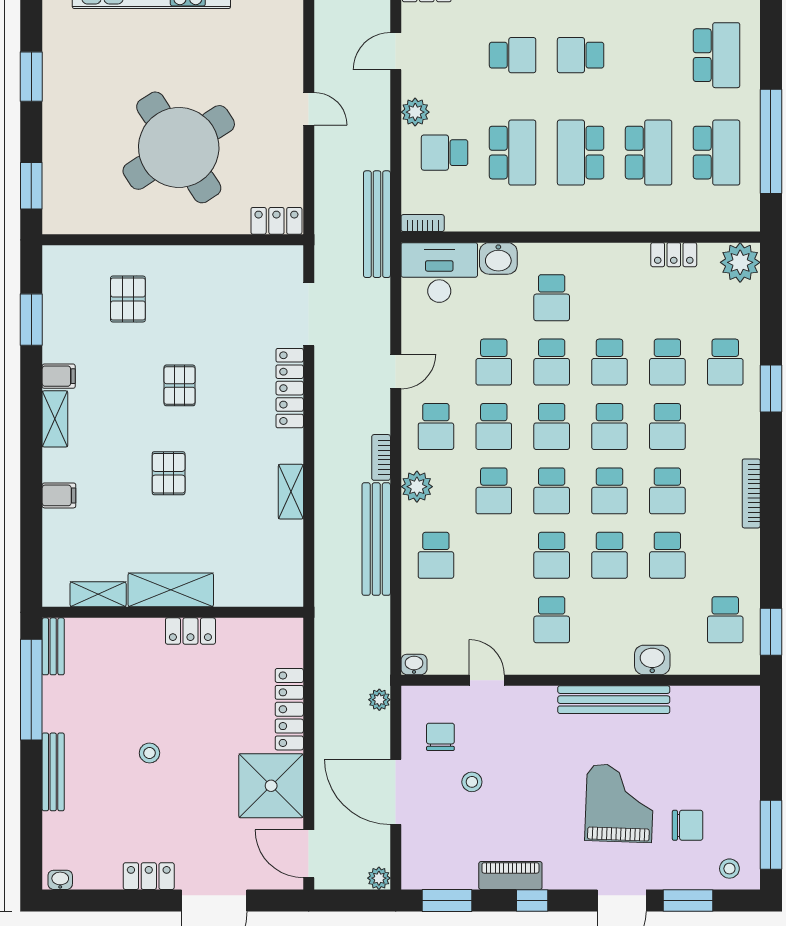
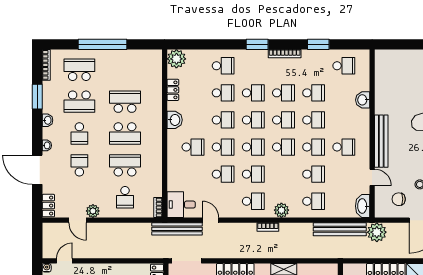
door: (309, 109) -> (64, 261), moved
plant: (415, 112) -> (93, 211), moved
window: (771, 141) -> (103, 44), moved
school desk: (717, 153) -> (79, 102), moved, turned 180
bench: (377, 224) -> (177, 229), moved
washbasin: (498, 258) -> (175, 120), moved
desk: (439, 272) -> (181, 205), width x0.73
doorway: (309, 314) -> (187, 261), moved
door: (396, 371) -> (211, 220), moved
window: (771, 389) -> (257, 44), moved
school desk: (494, 491) -> (314, 174), moved
bench: (376, 539) -> (340, 229), moved
window: (771, 632) -> (318, 44), moved
washbasin: (414, 664) -> (363, 206), width x1.91, depth x1.45
door: (487, 680) -> (372, 177), swing flipped
plant: (379, 700) -> (377, 232), width x1.87, depth x1.87
bench: (614, 700) -> (381, 141), moved

